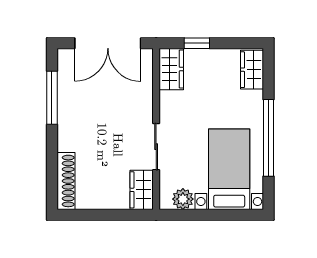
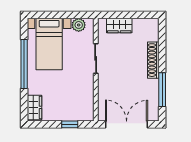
wardrobe: (171, 69) -> (86, 108), removed
shoe rack: (66, 181) -> (153, 60), moved
wardrobe: (142, 190) -> (119, 26), moved, turned 90

